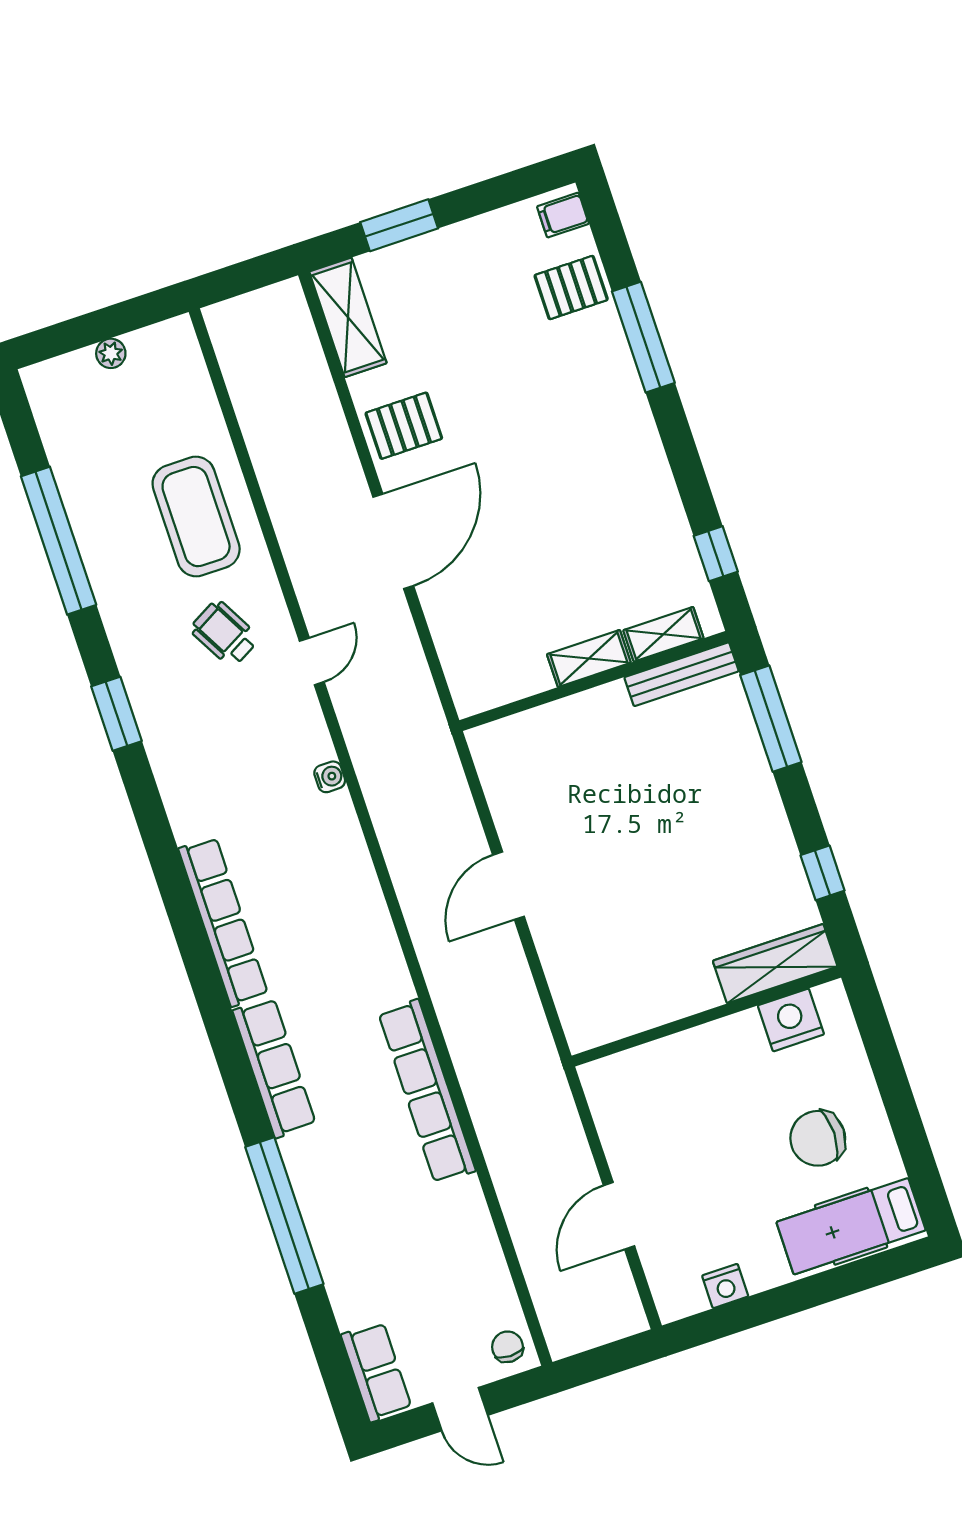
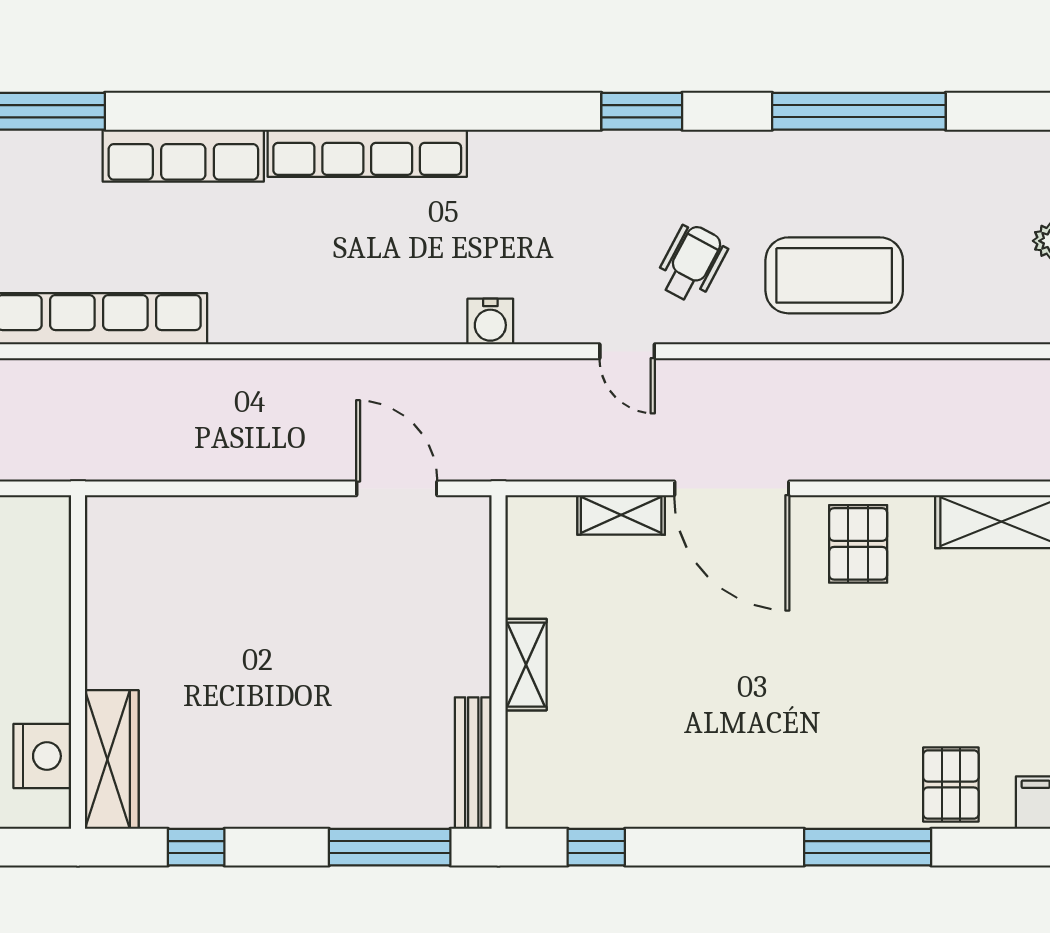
wheelchair: (224, 634) -> (691, 263), turned -33
shelving: (663, 634) -> (621, 515), moved, turned 90
water cooler: (330, 777) -> (490, 322), width x1.38, depth x1.38
door: (509, 886) -> (397, 488), moved

